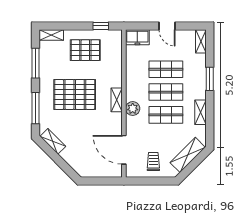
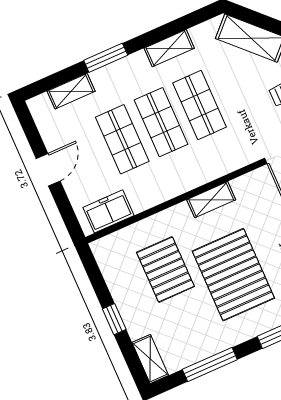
window: (101, 26) -> (114, 319), moved
freezer: (137, 37) -> (108, 211), moved, turned -90
shelving: (201, 41) -> (71, 91), moved
pallet: (85, 50) -> (165, 269), moved
plant: (133, 109) -> (214, 166), removed

